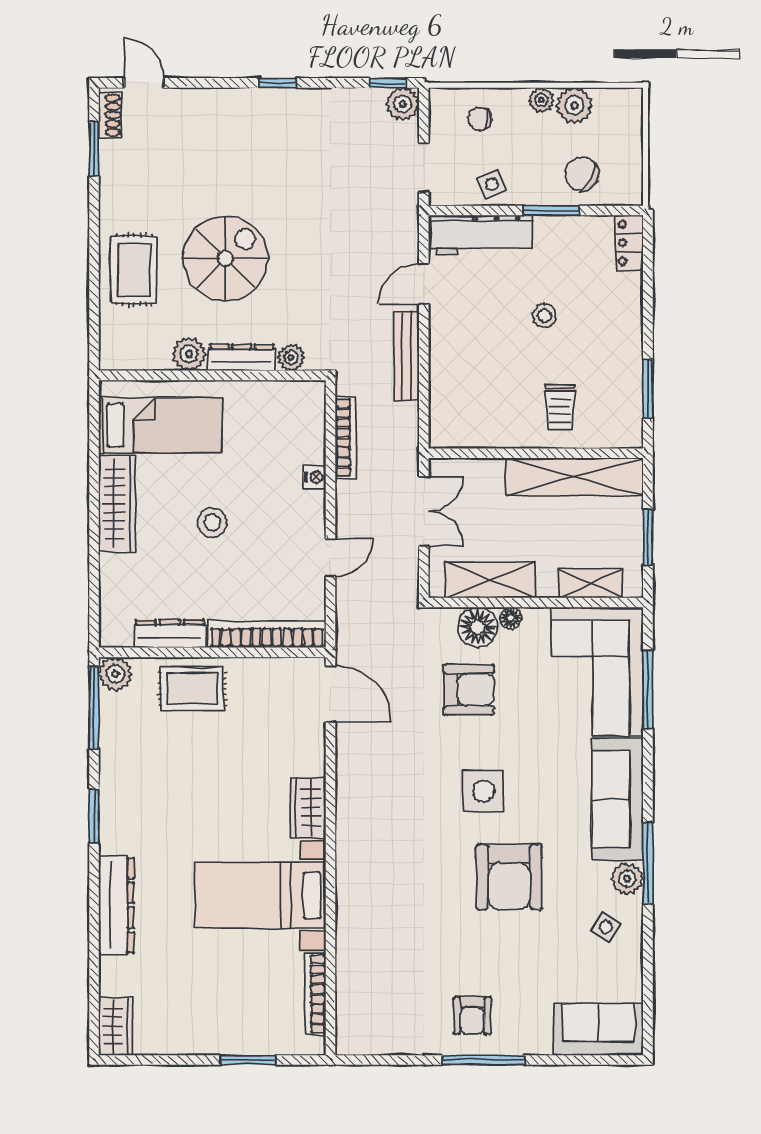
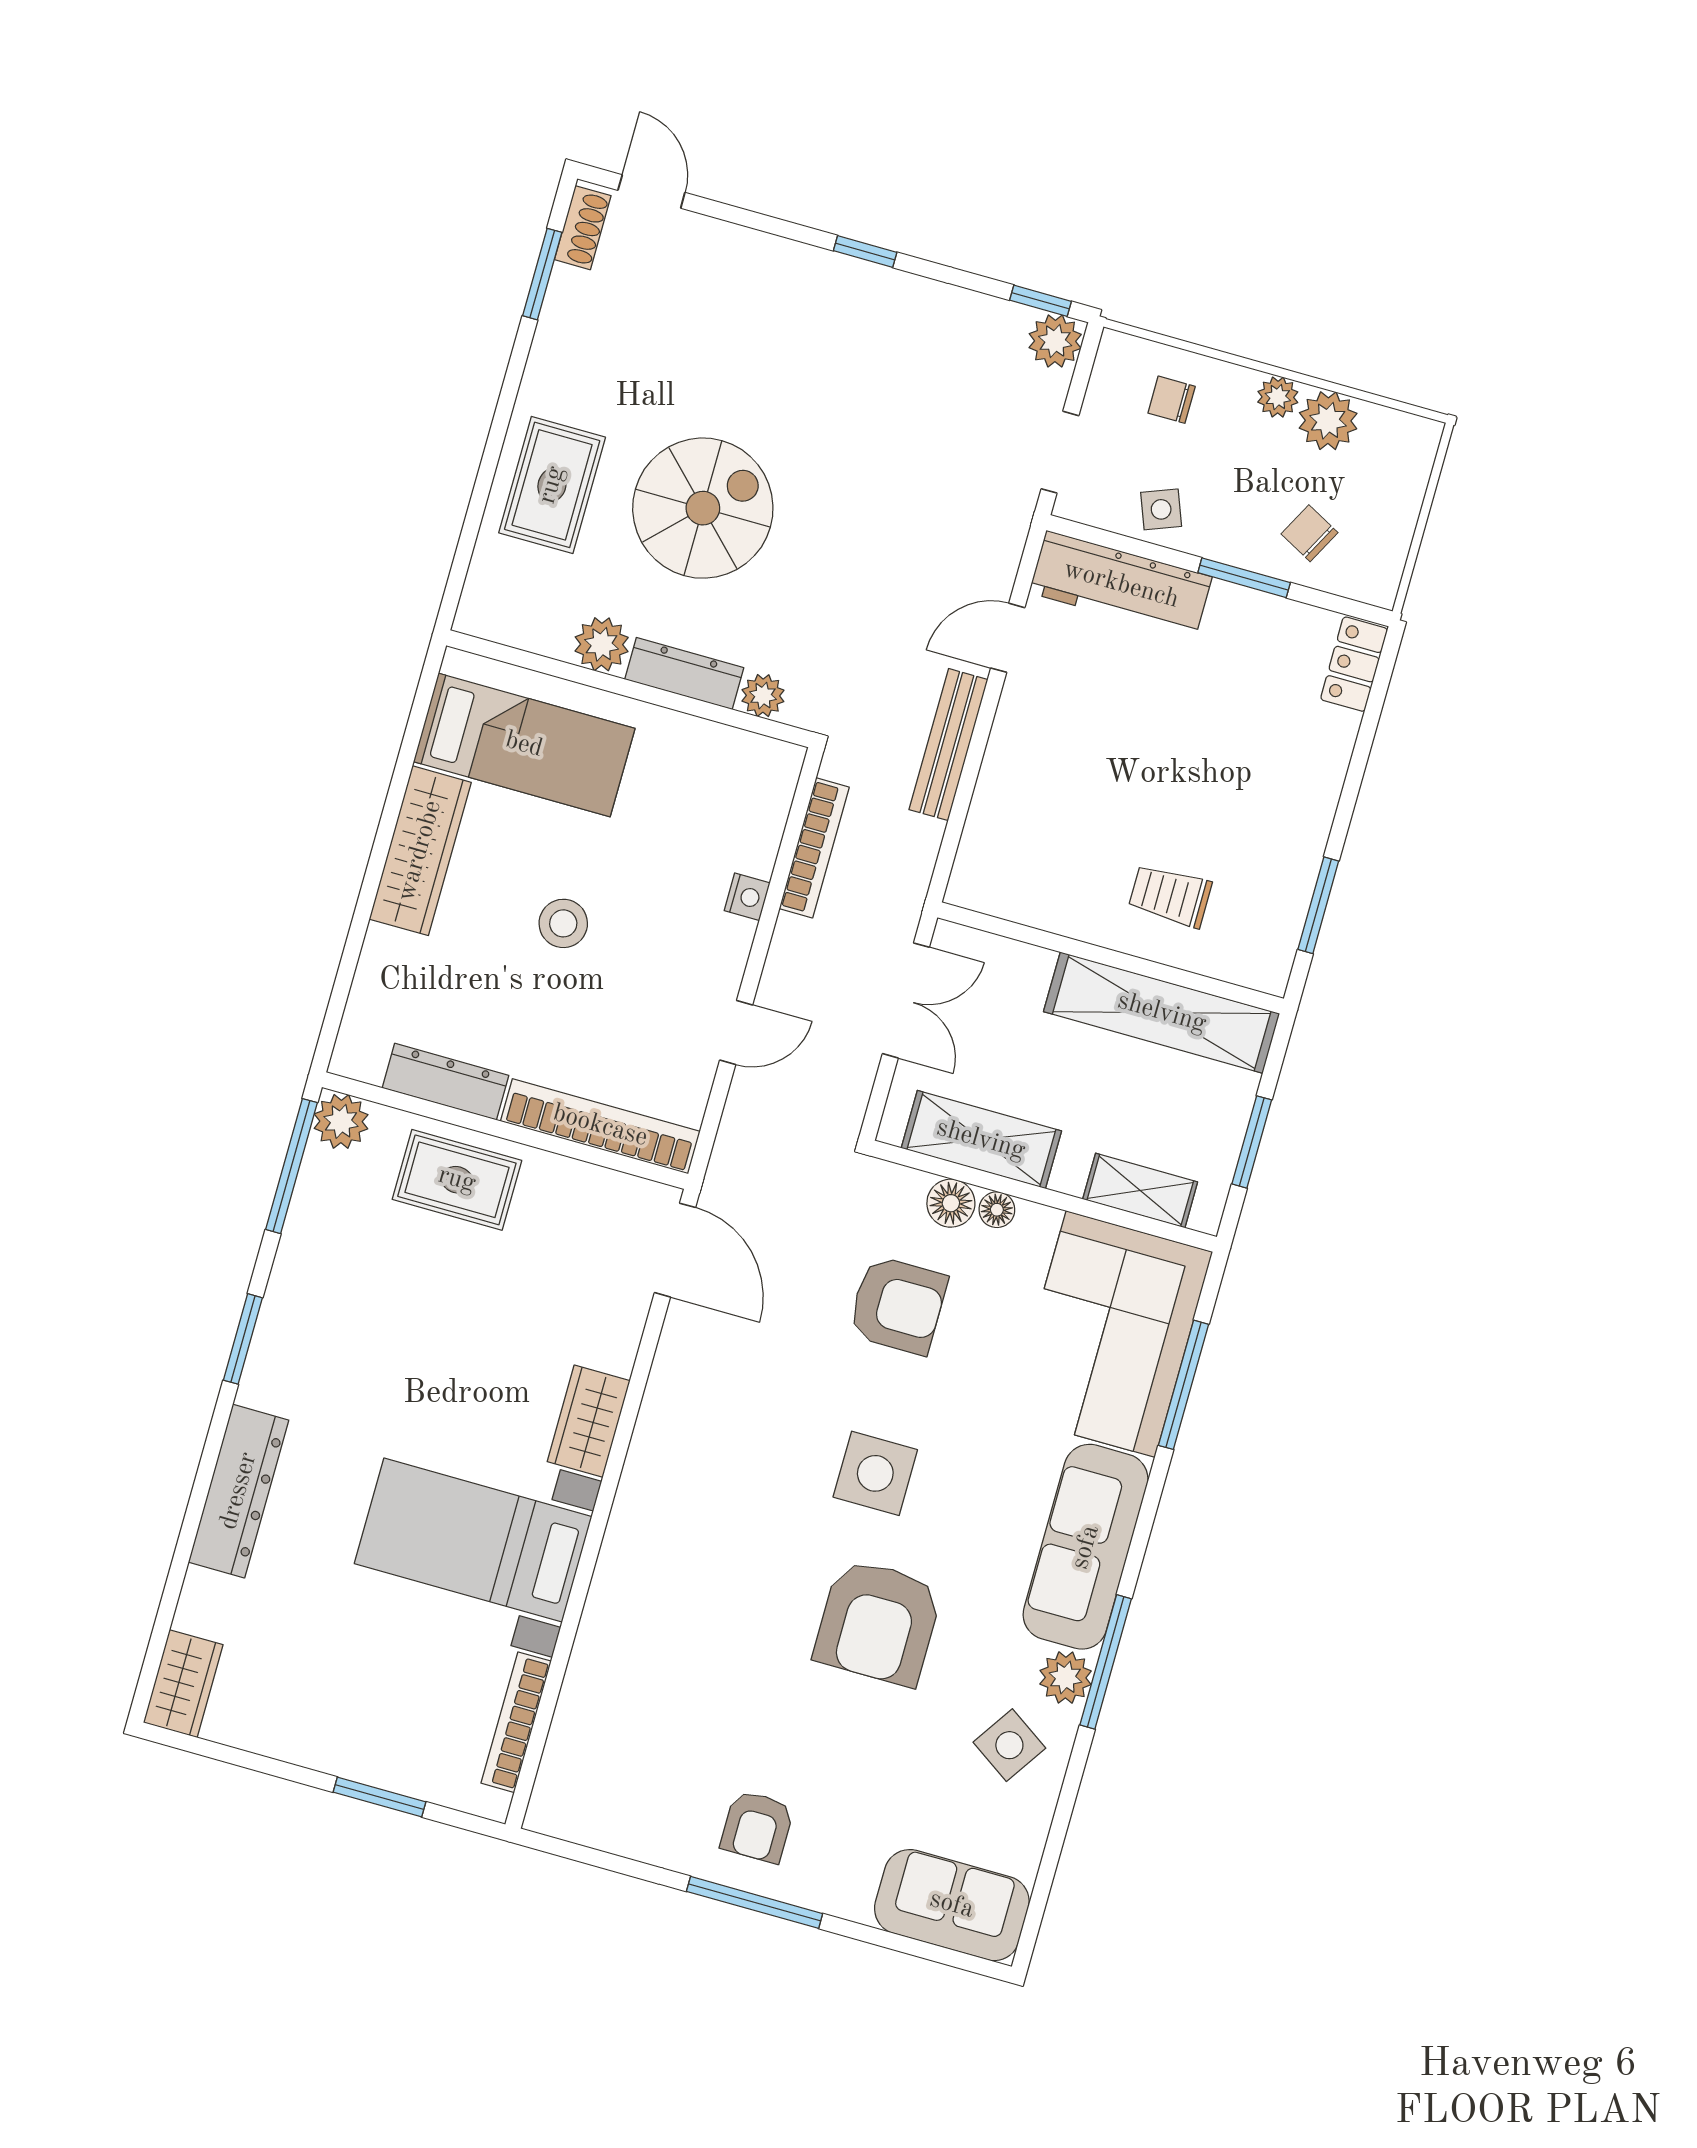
chair: (582, 174) -> (1309, 533), width x0.73, depth x0.73
stool: (545, 316) -> (1186, 743), removed
trolley: (560, 407) -> (1170, 896), turned 90
floor lamp: (478, 627) -> (951, 1203), width x0.73, depth x0.73
side table: (606, 927) -> (1009, 1745), width x1.37, depth x1.37

